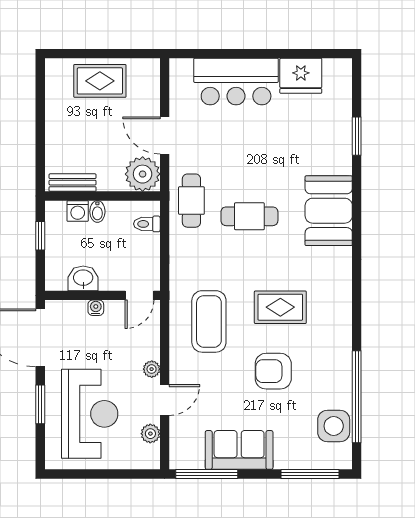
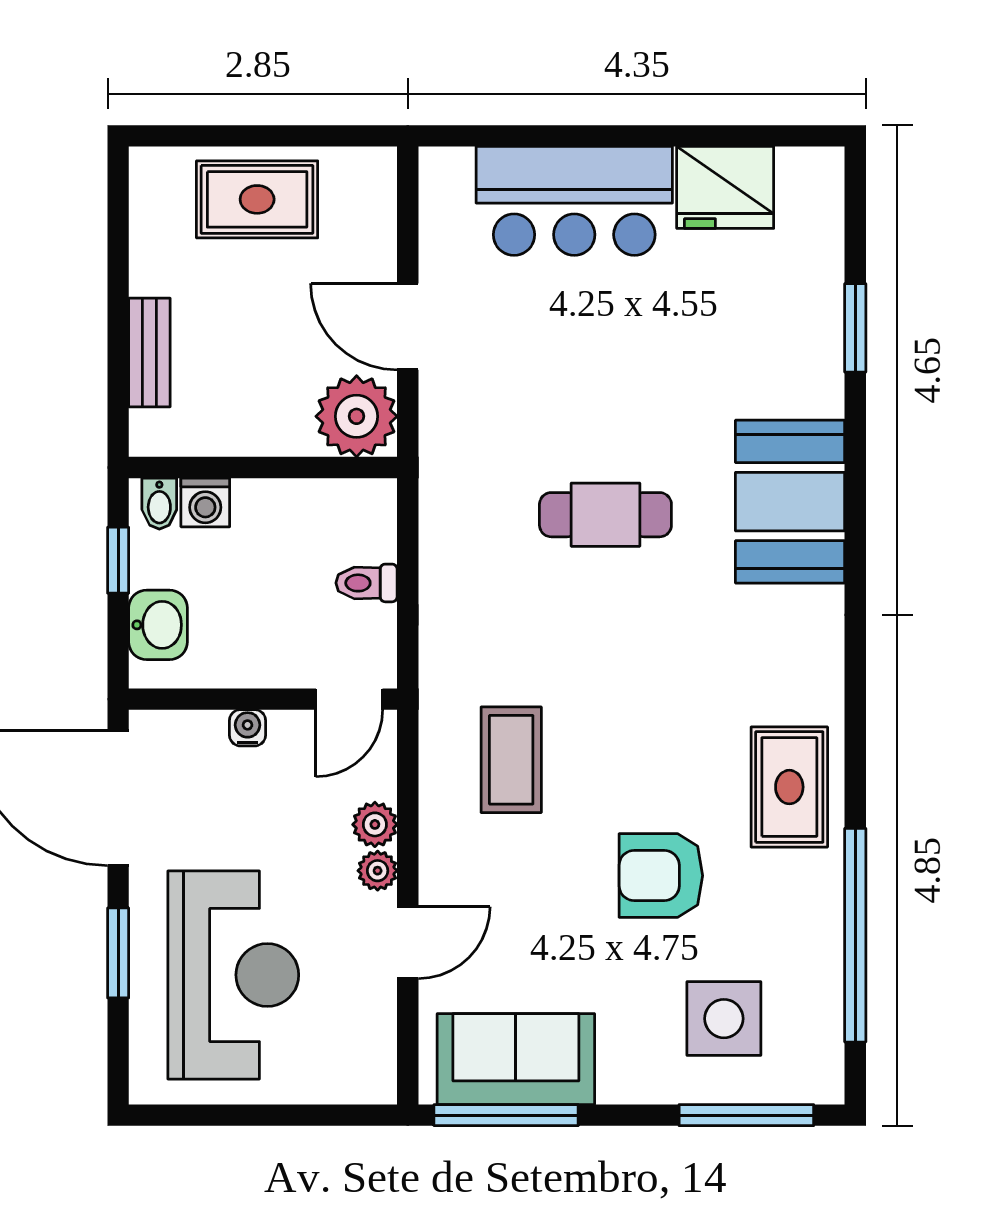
bench: (73, 183) -> (149, 352), moved, turned 90
cafe table: (191, 201) -> (470, 478), removed
bidet: (97, 212) -> (159, 504), moved
toilet: (147, 224) -> (367, 583), moved
washbasin: (83, 278) -> (158, 625), moved, turned 90
rug: (280, 307) -> (789, 787), moved, turned 90
coffee table: (209, 321) -> (511, 760), width x0.73, depth x0.76
side table: (334, 426) -> (724, 1019), moved
plant: (150, 434) -> (375, 824), moved
sofa: (239, 450) -> (516, 1059), moved

